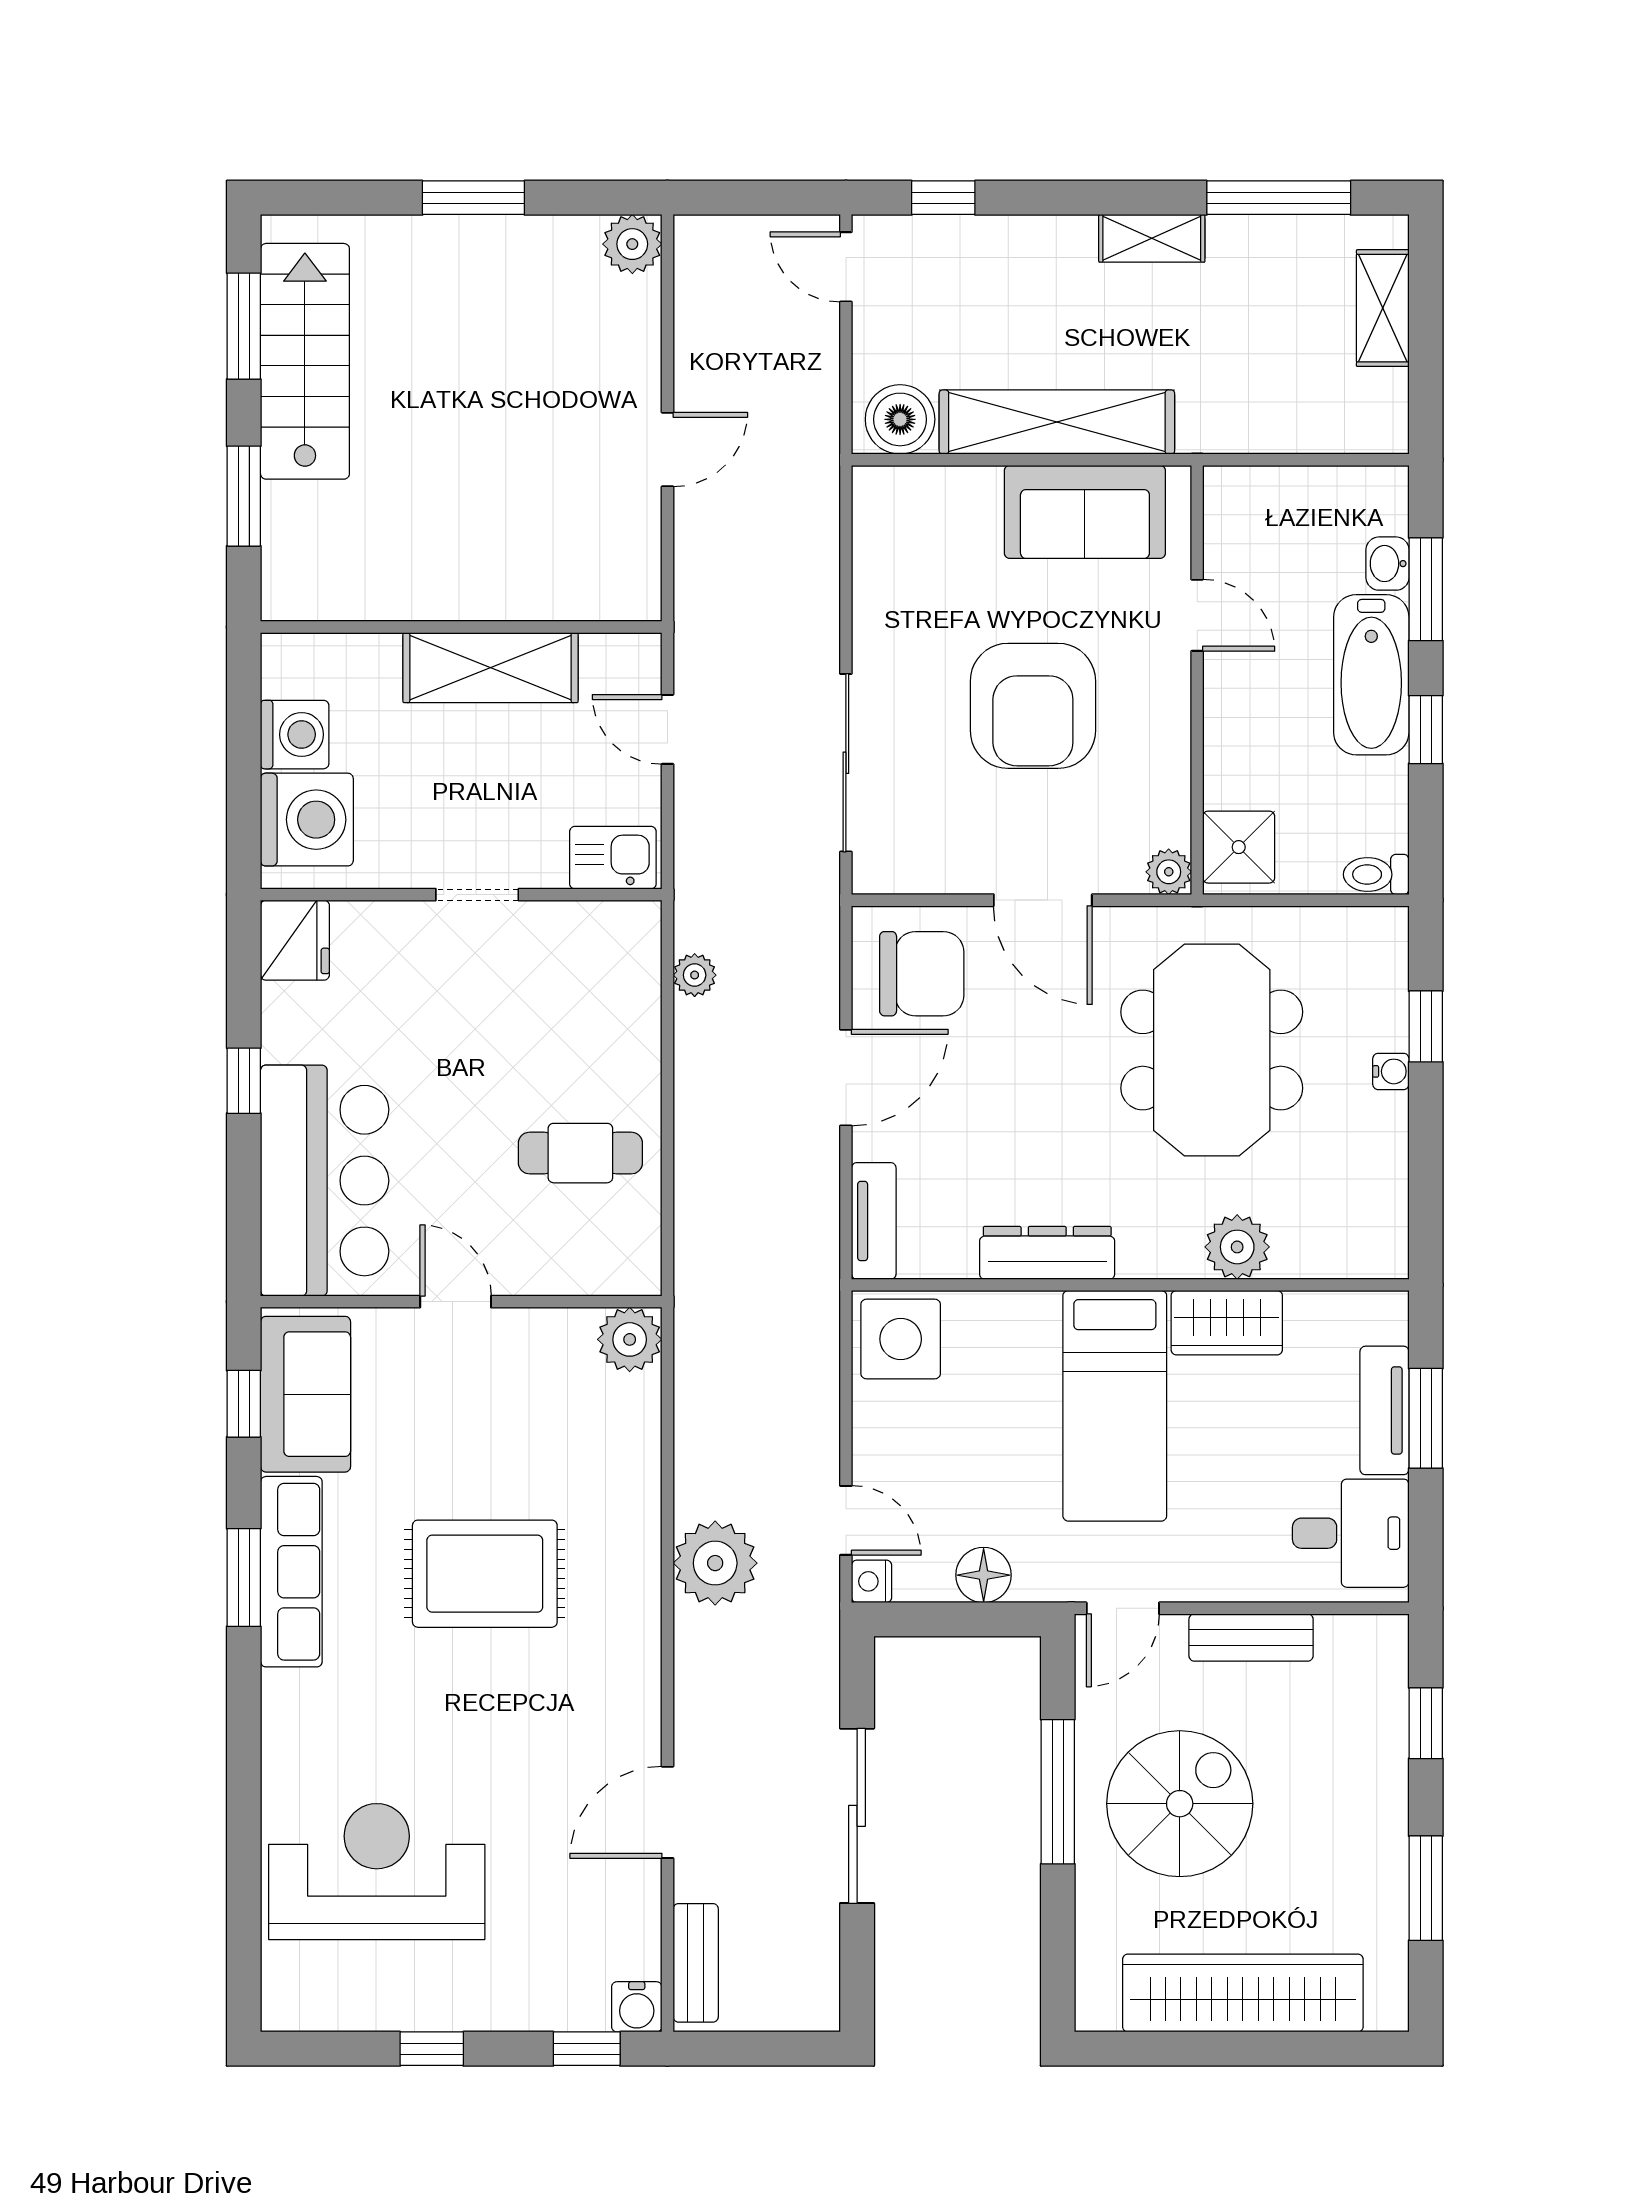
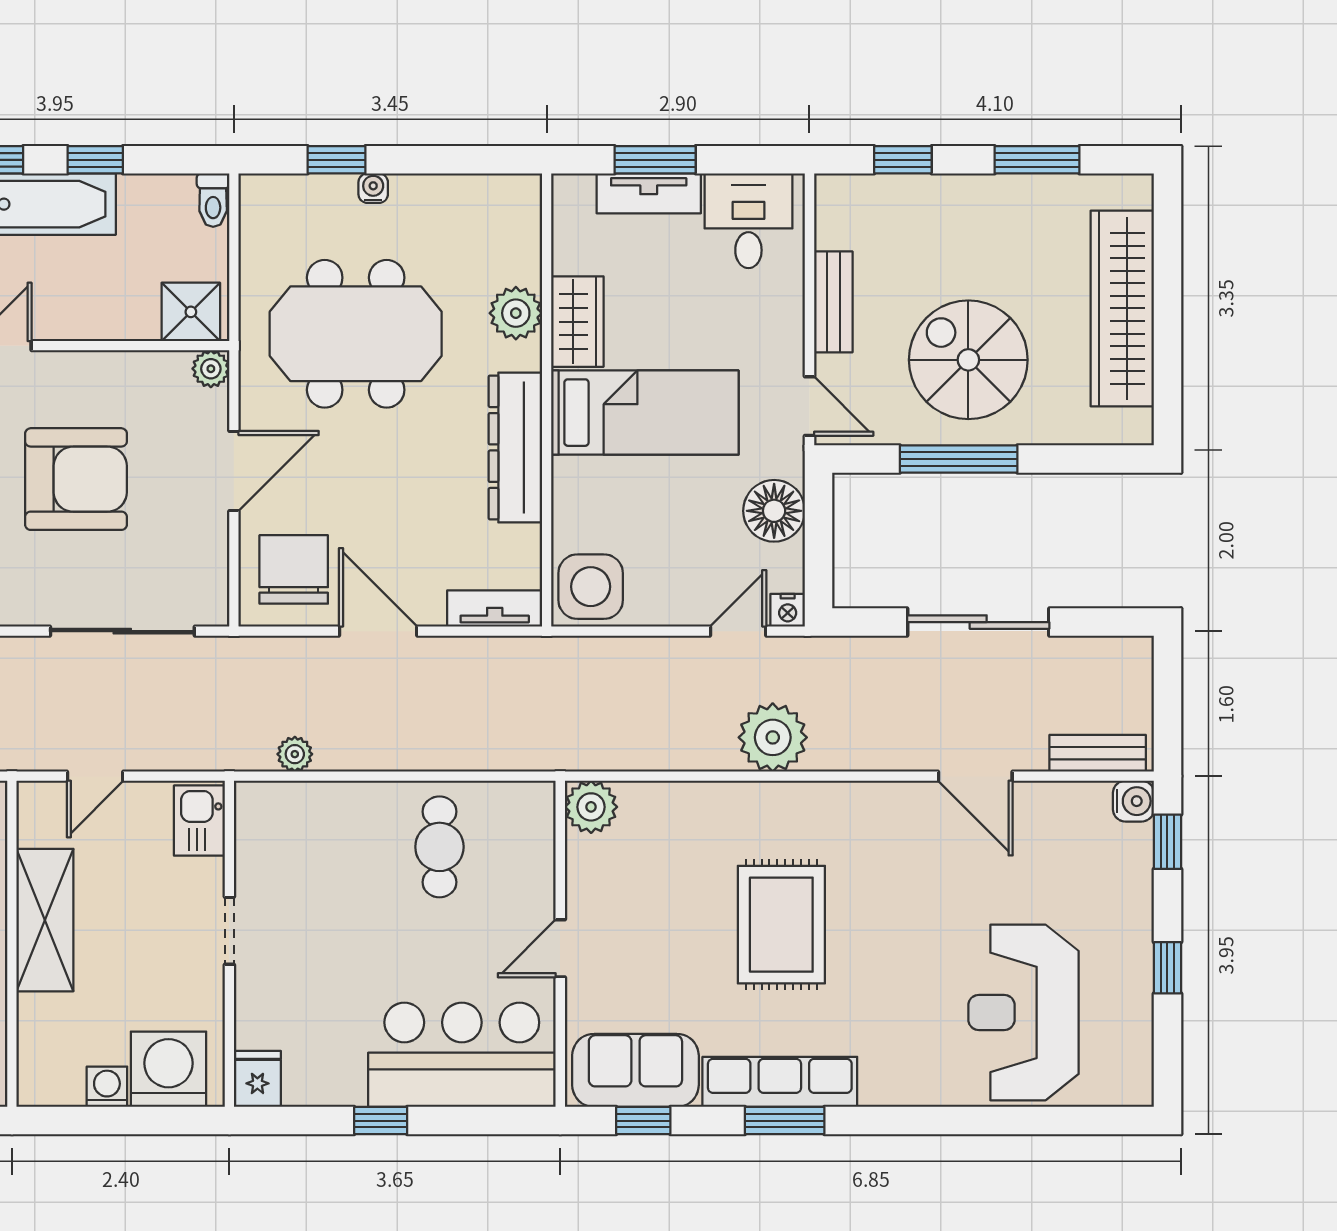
washing machine: (295, 735) -> (107, 1087), width x0.73, depth x0.73
fridge: (295, 940) -> (257, 1079), width x0.72
dresser: (1047, 1253) -> (515, 447), width x1.37, depth x1.24
floor lamp: (984, 1575) -> (774, 511), width x1.38, depth x1.38

